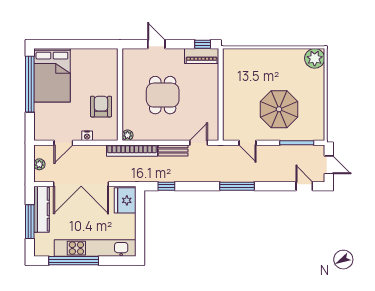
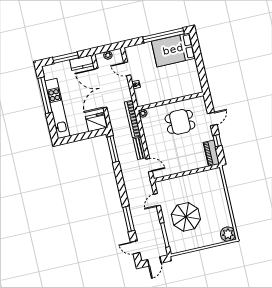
window: (203, 44) -> (217, 141), moved
dining table: (163, 95) -> (180, 122), moved
armchair: (101, 107) -> (159, 90), removed
window: (166, 186) -> (113, 149), width x2.17
window: (237, 186) -> (129, 219), moved
door: (304, 186) -> (135, 247), swing flipped
kitchen counter: (41, 209) -> (82, 63), width x0.67

